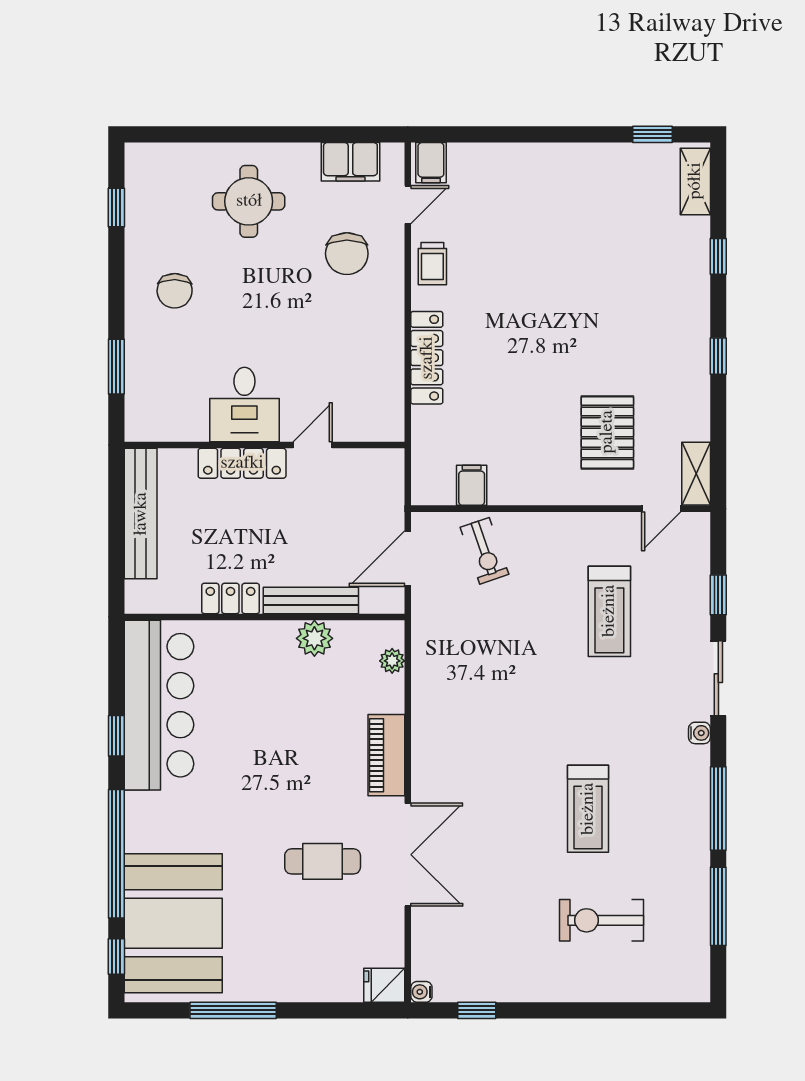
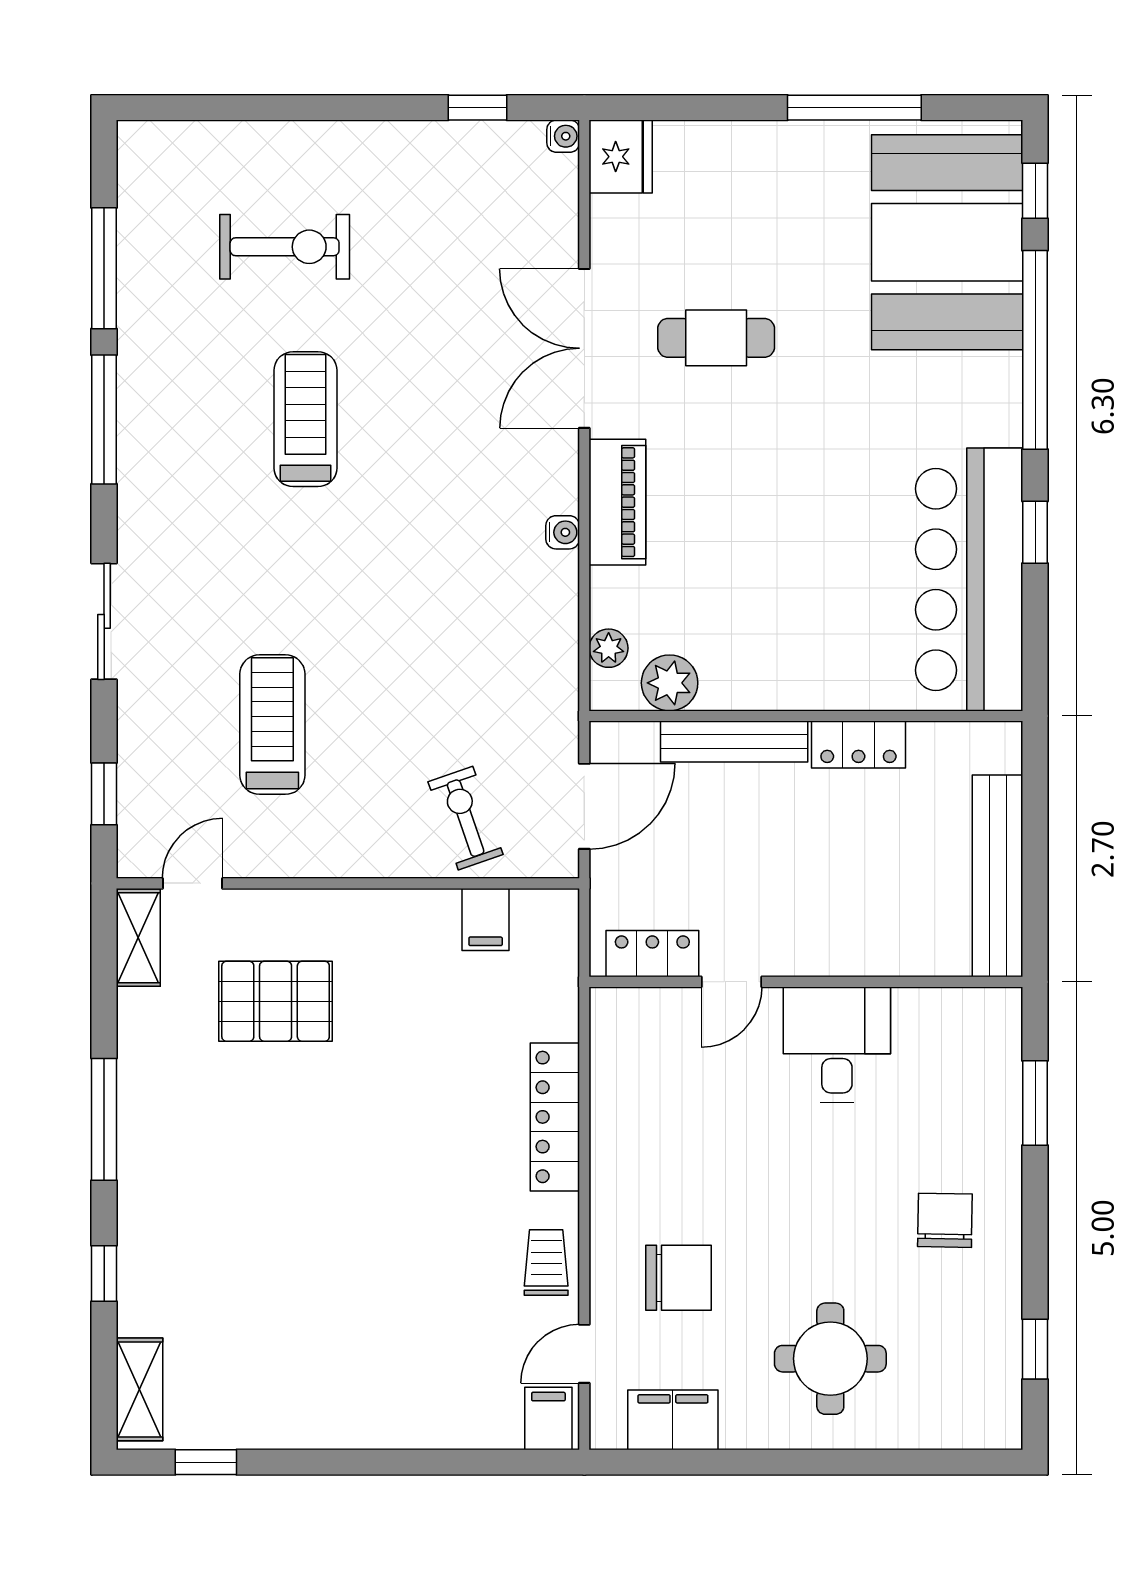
chair: (347, 254) -> (679, 1278), turned 90
window: (718, 356) -> (104, 1119), width x2.17
pallet: (607, 432) -> (276, 1001), turned 90
locker: (242, 463) -> (652, 954), moved, width x0.66
window: (718, 595) -> (104, 794), moved
plant: (314, 638) -> (670, 683), moved
water cooler: (699, 733) -> (563, 532), moved, turned 180
fridge: (384, 985) -> (621, 157), width x1.38

